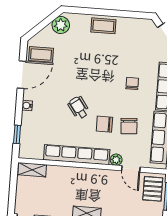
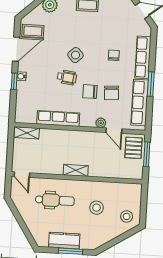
side table: (89, 82) -> (75, 55), added
wheelchair: (79, 108) -> (67, 77), turned 133
window: (17, 134) -> (14, 81), moved
row of seats: (77, 155) -> (58, 118), width x0.73

